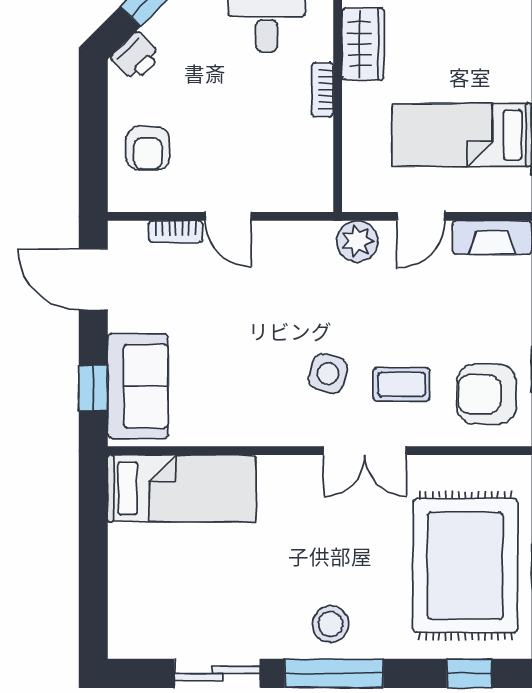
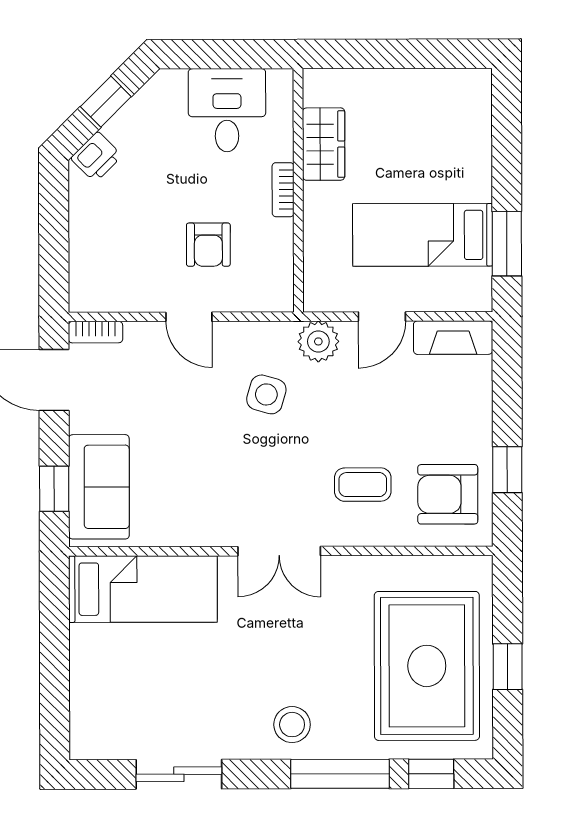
armchair: (148, 148) -> (208, 245), moved
bookcase: (176, 232) -> (95, 332), moved
side table: (328, 373) -> (266, 394), moved
double door: (365, 451) -> (279, 551), moved
window: (334, 673) -> (340, 774), moved

